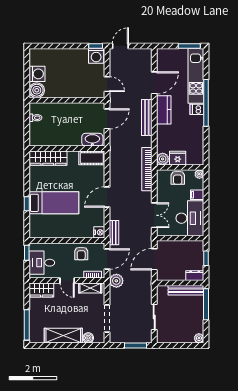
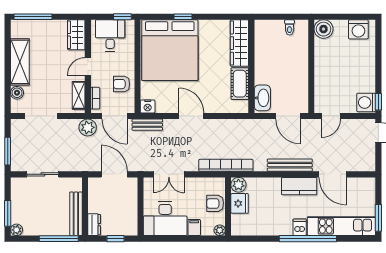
washing machine: (37, 74) -> (358, 29), moved
cot: (92, 158) -> (240, 84), moved
bed: (54, 203) -> (170, 50), width x2.04
window: (186, 345) -> (8, 213), added

